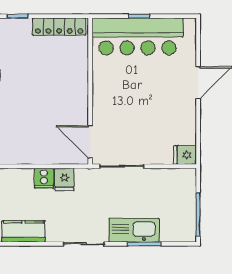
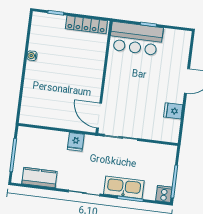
bar counter: (138, 36) -> (136, 39), width x0.73
fridge: (185, 155) -> (173, 111), moved
cooker: (44, 178) -> (164, 194), moved, turned 180

